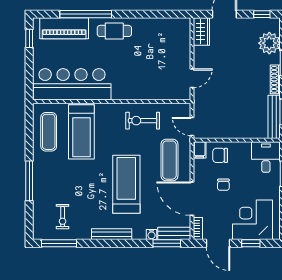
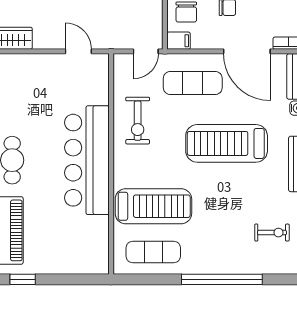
bar counter: (72, 84) -> (87, 160), moved
window: (29, 181) -> (222, 279), width x1.46
door: (192, 199) -> (247, 51), hinge flipped

